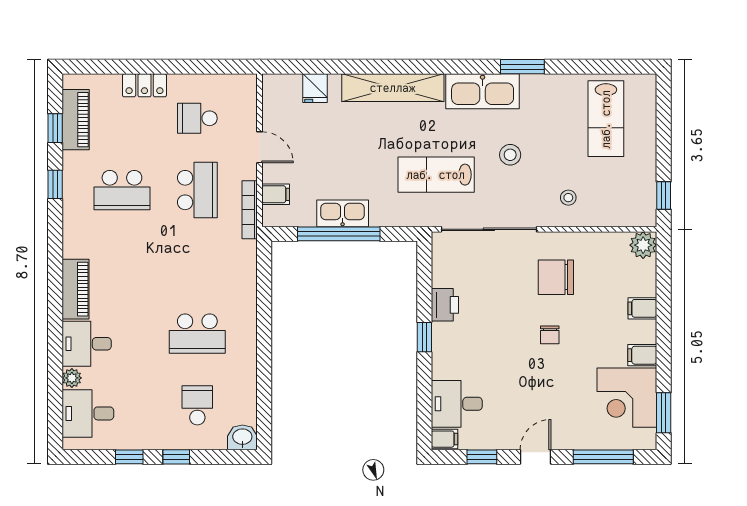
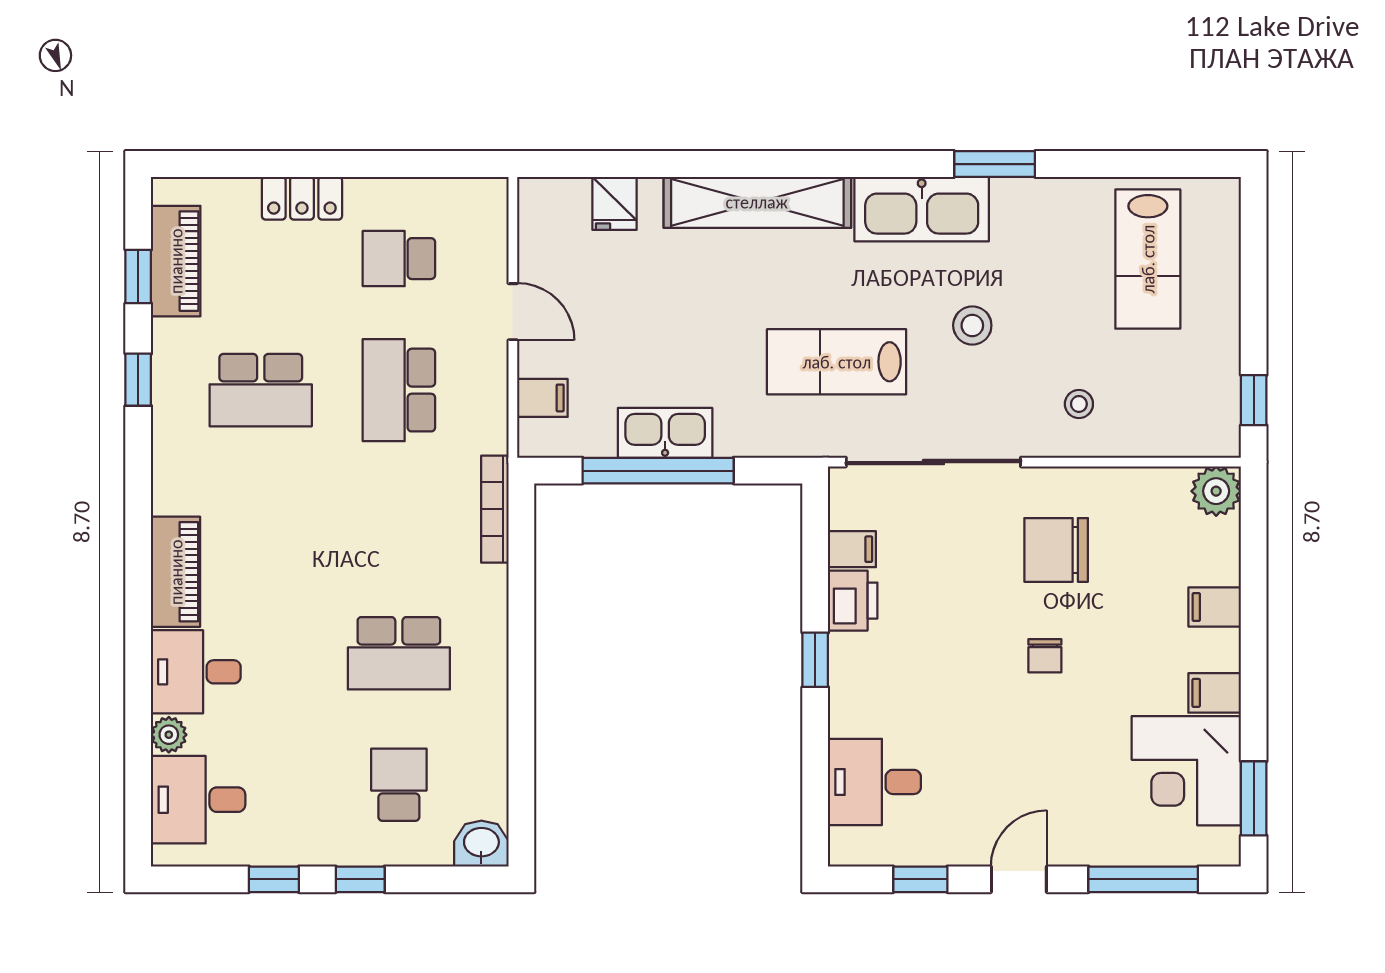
school desk: (197, 190) -> (399, 390), turned 180
bookcase: (250, 210) -> (495, 509), moved
filing cabinet: (445, 439) -> (852, 549), moved

